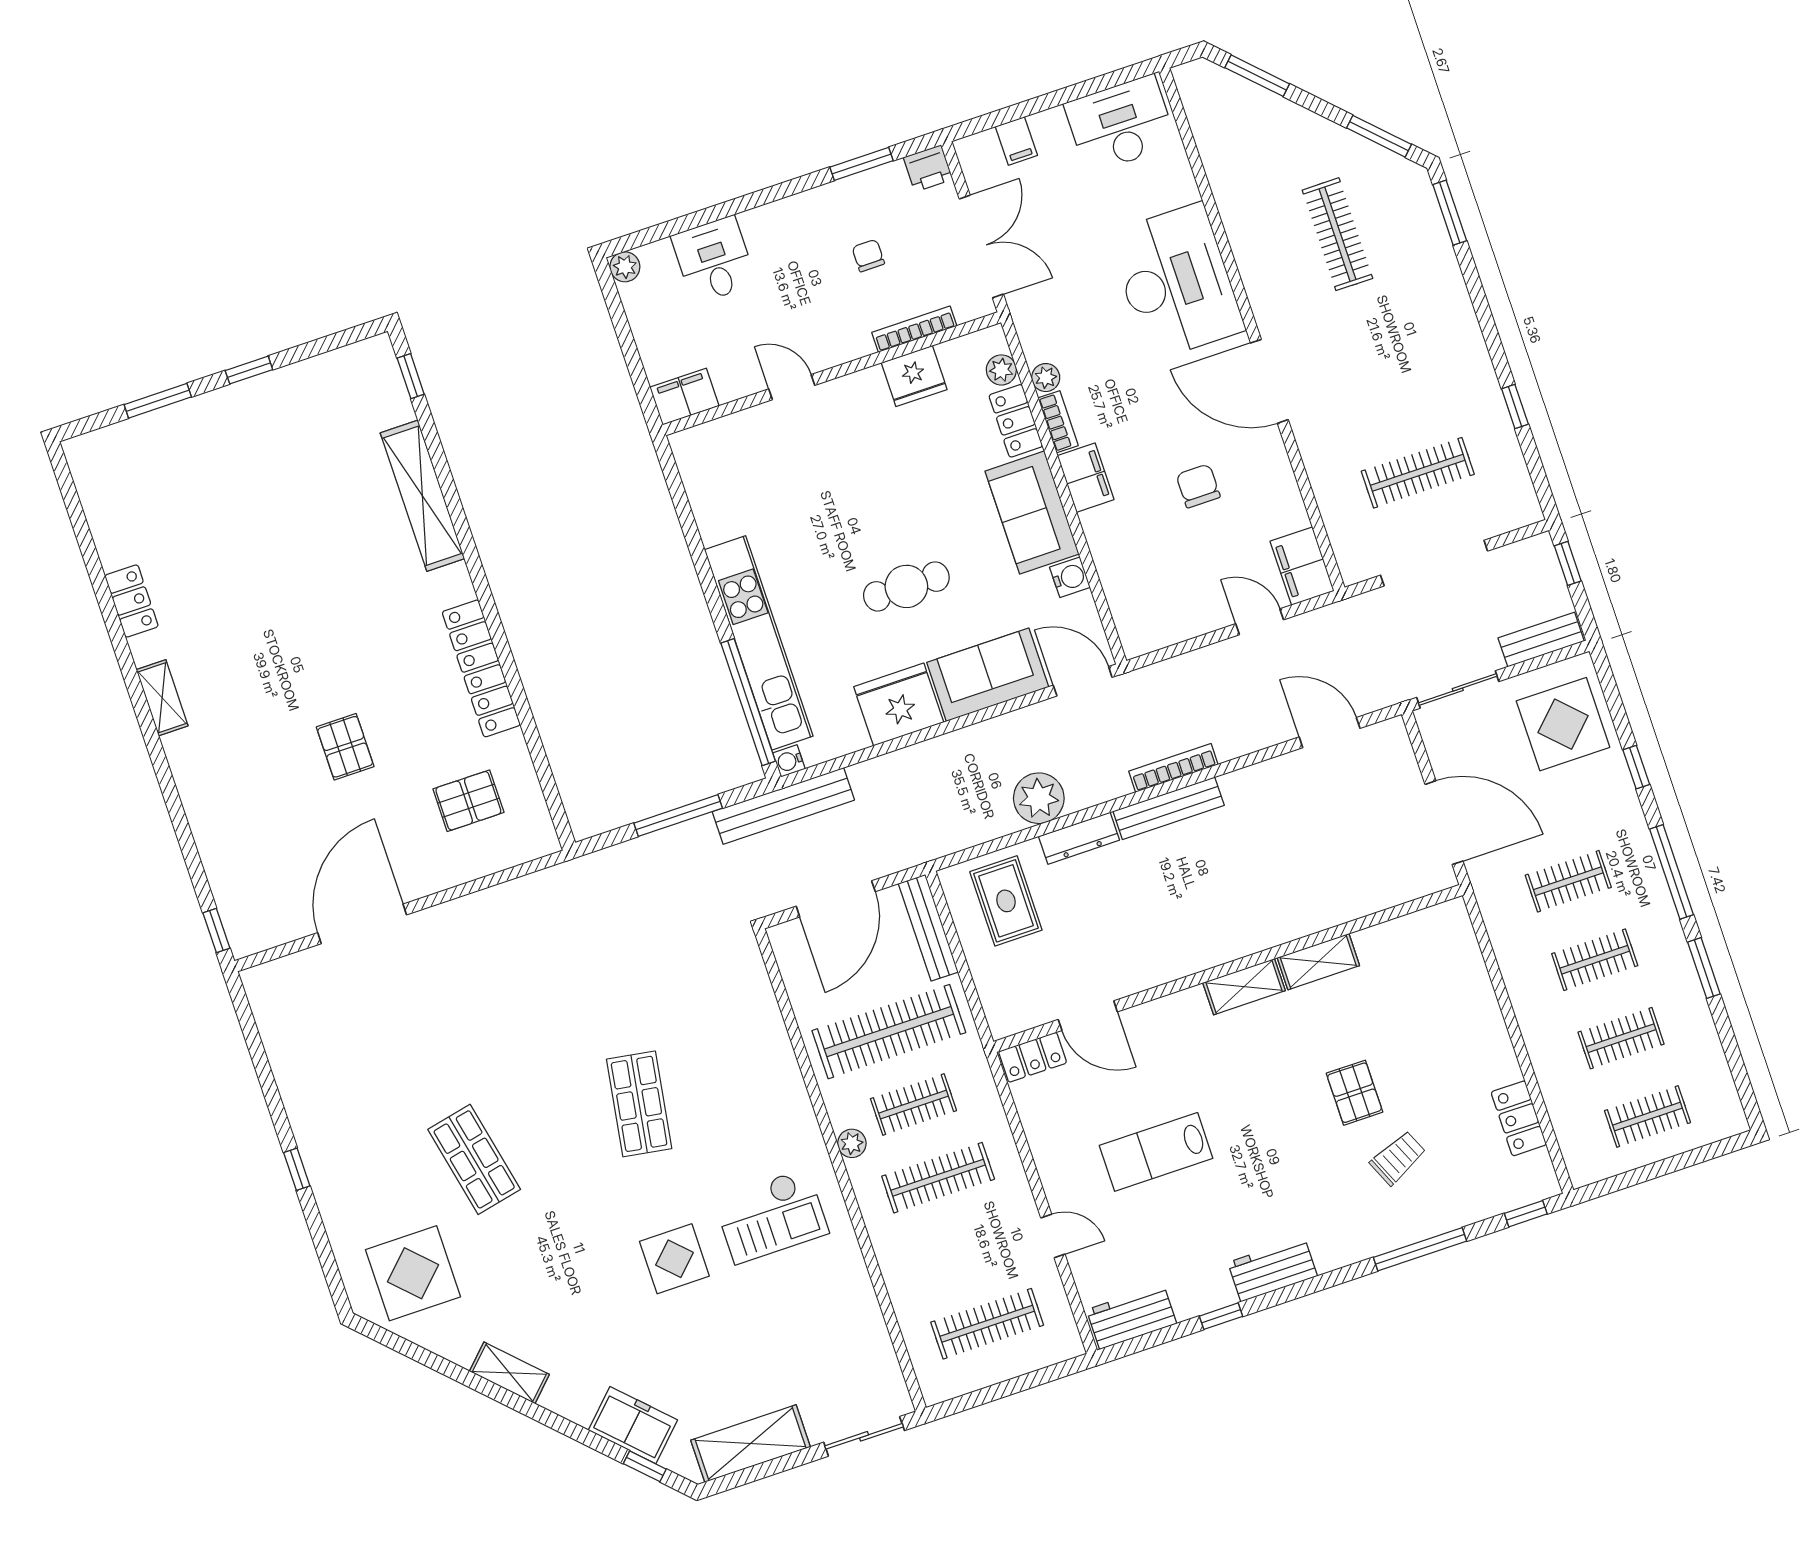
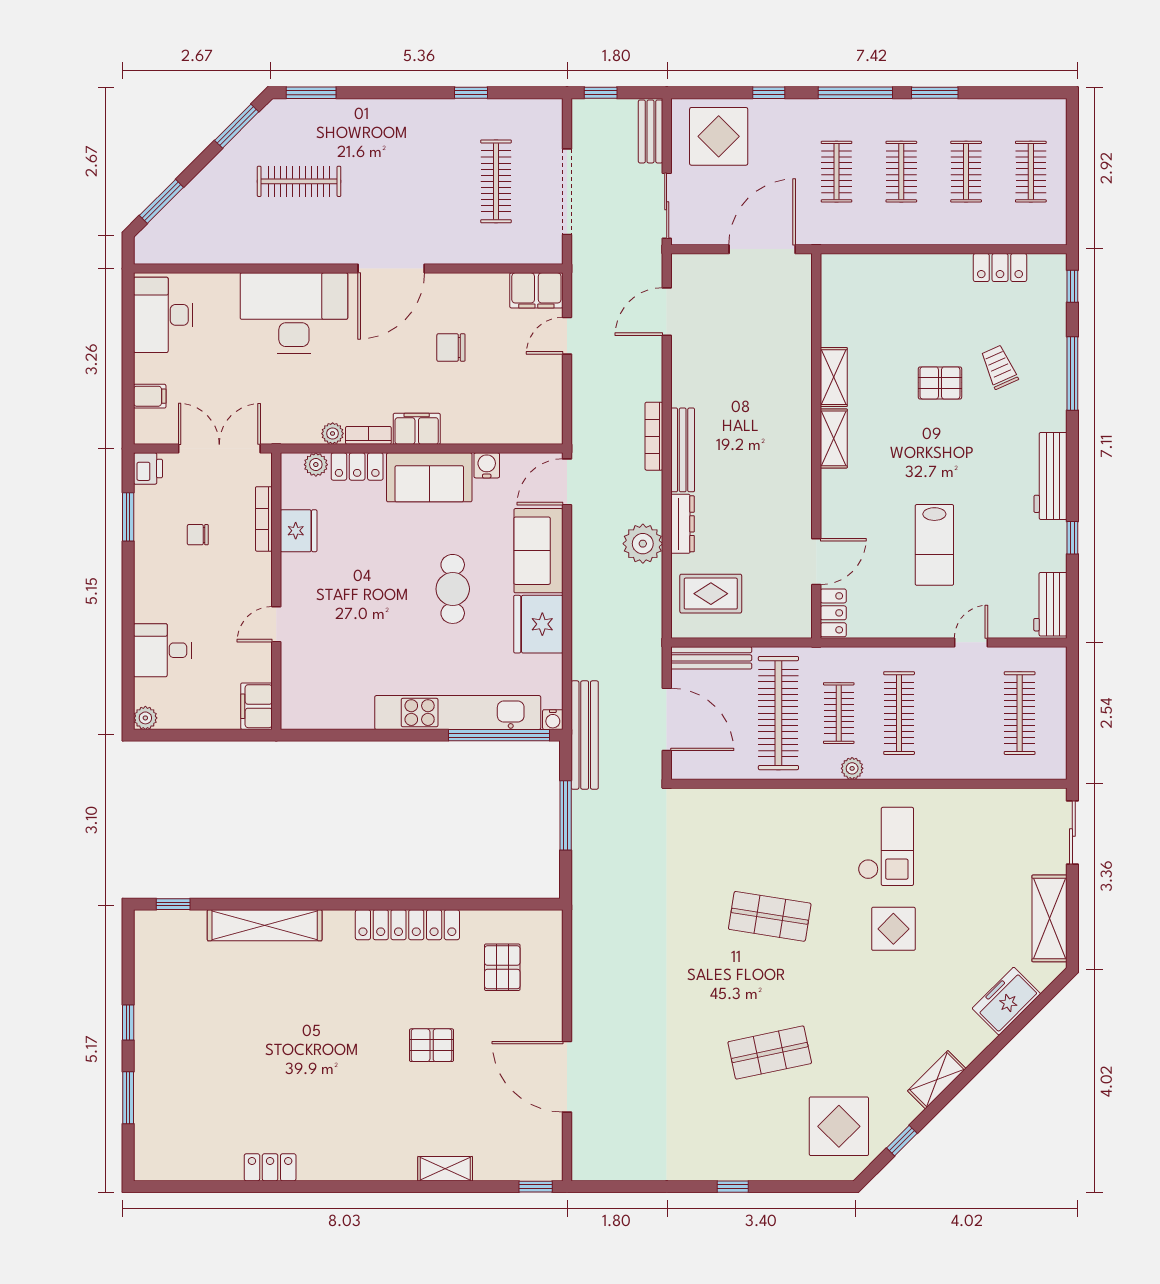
shelving: (162, 698) -> (445, 1169), moved
workbench: (1273, 1269) -> (1050, 476), width x1.38
window: (645, 1466) -> (902, 1141), moved

